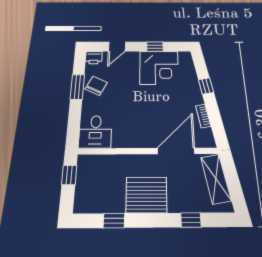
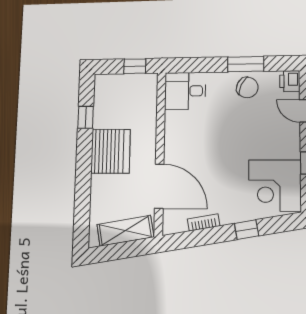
corner desk: (159, 68) -> (275, 185), moved
window: (191, 220) -> (82, 199), removed

